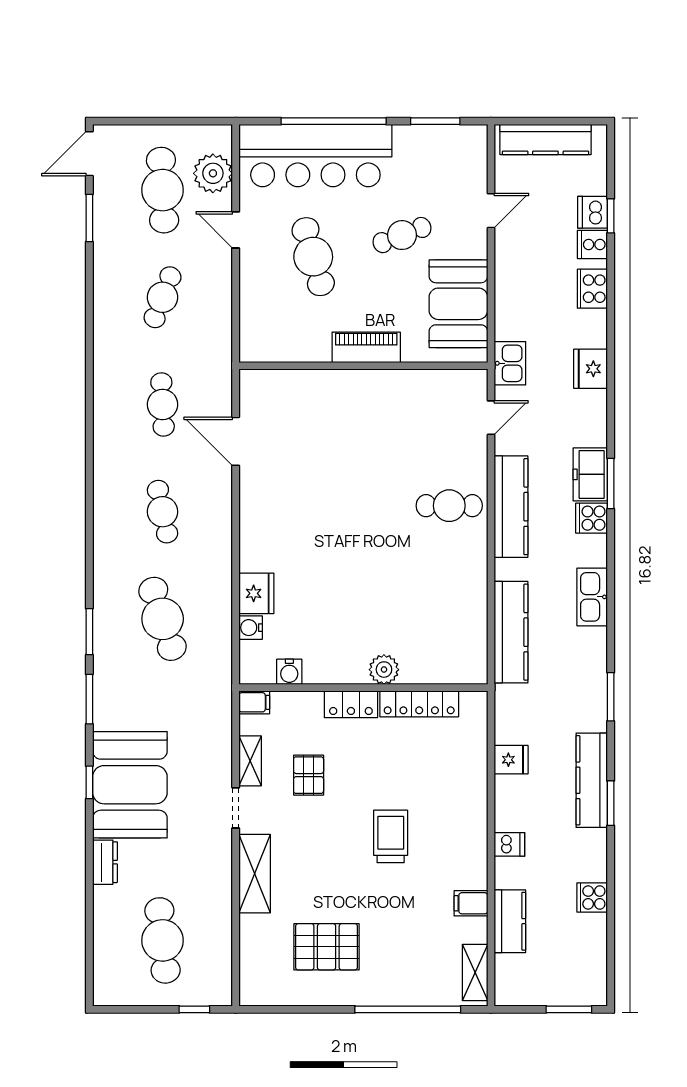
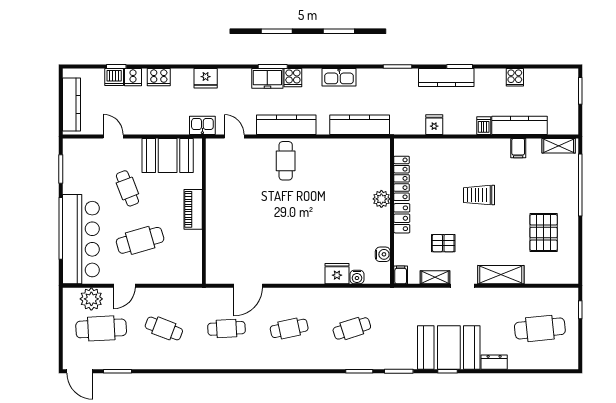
cafe table: (163, 619) -> (352, 328), width x0.73, depth x0.74
kitchen counter: (510, 921) -> (519, 125), width x1.50

